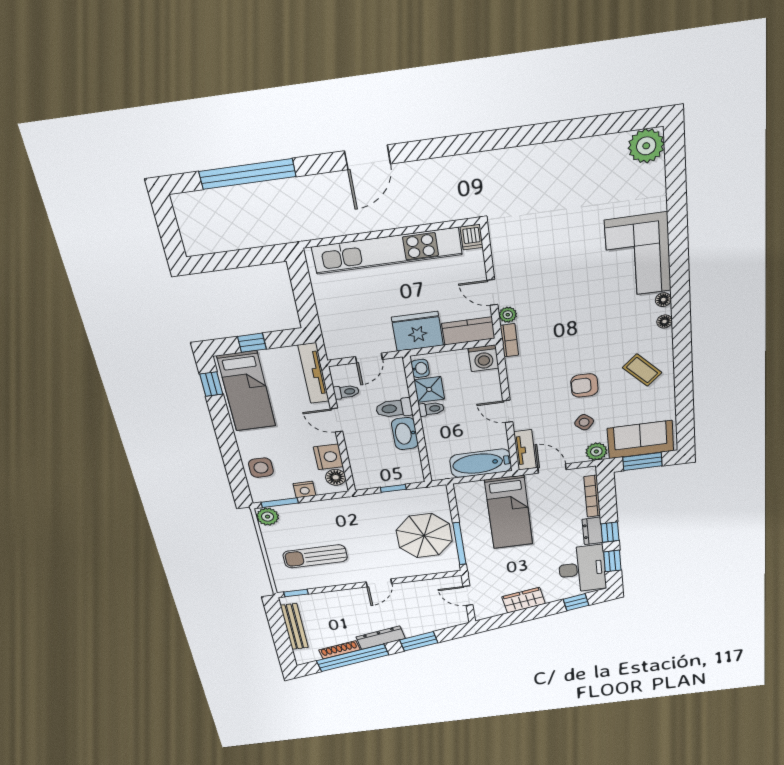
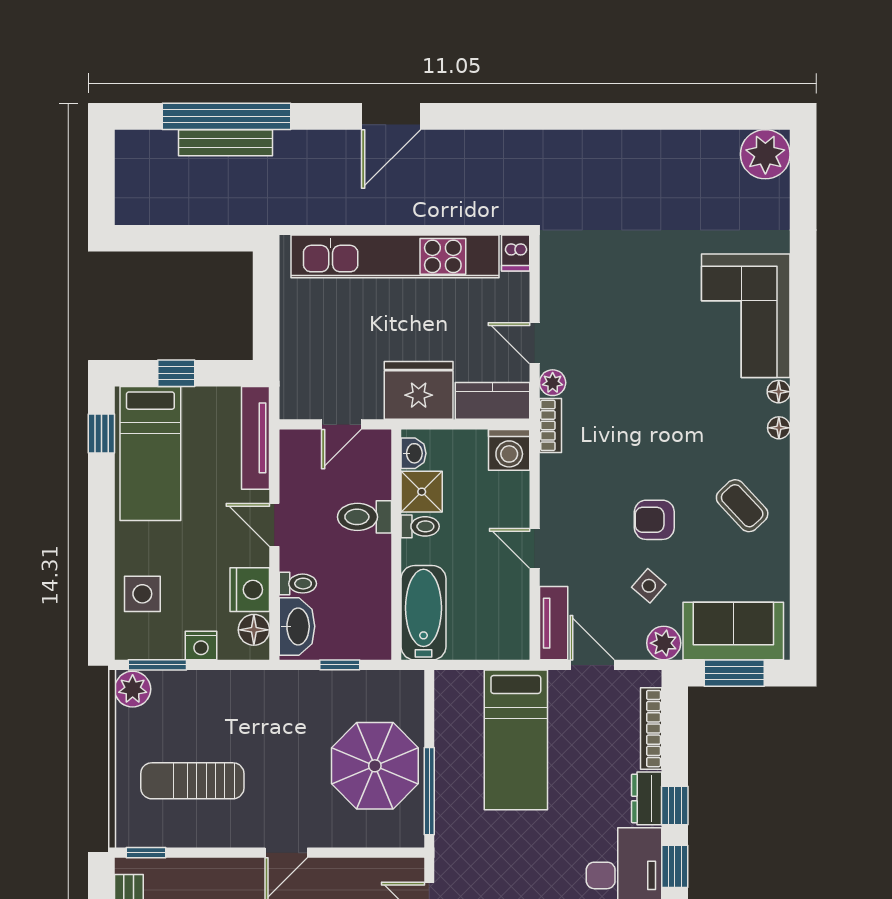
bench: (251, 192) -> (226, 143), added
toilet: (346, 392) -> (298, 584), moved
washbasin: (405, 434) -> (297, 626), moved, turned 180
bathtub: (481, 463) -> (424, 613), moved, turned 90

